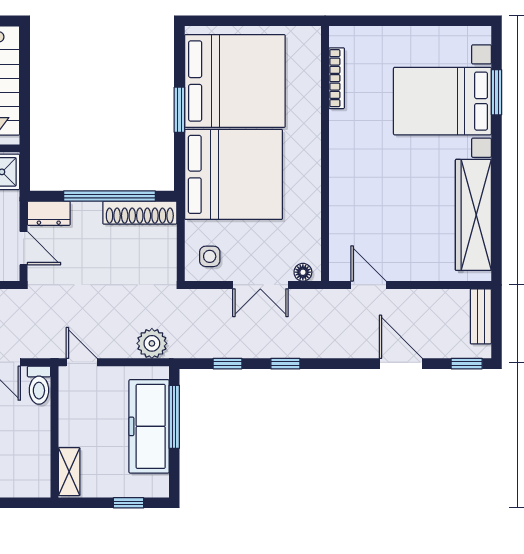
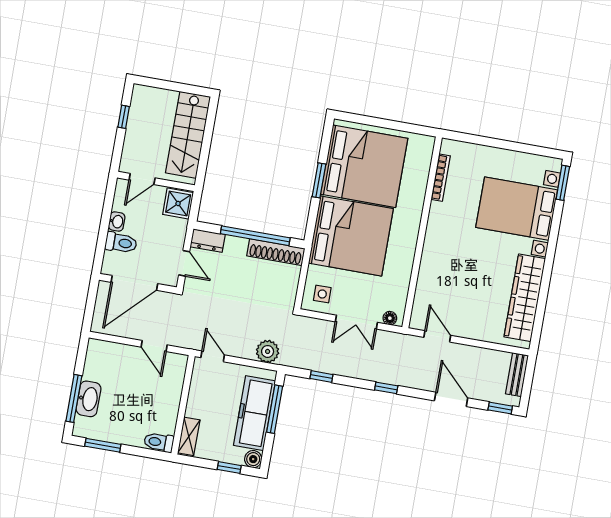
window: (496, 92) -> (563, 183), moved
window: (285, 364) -> (386, 388), moved
toilet: (39, 385) -> (159, 442), moved, turned 90
boiler: (158, 486) -> (253, 459), added

